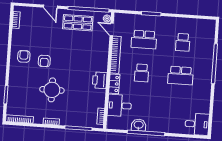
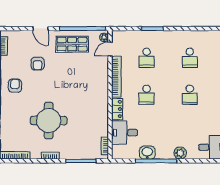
door: (112, 29) -> (110, 49), hinge flipped
school desk: (144, 40) -> (147, 58), width x0.54
armchair: (44, 61) -> (38, 64), moved
school desk: (180, 76) -> (190, 95), width x0.54
printer: (100, 80) -> (101, 106), removed
round table: (52, 90) -> (49, 121), width x1.36, depth x1.36
plant: (168, 127) -> (180, 153), added

